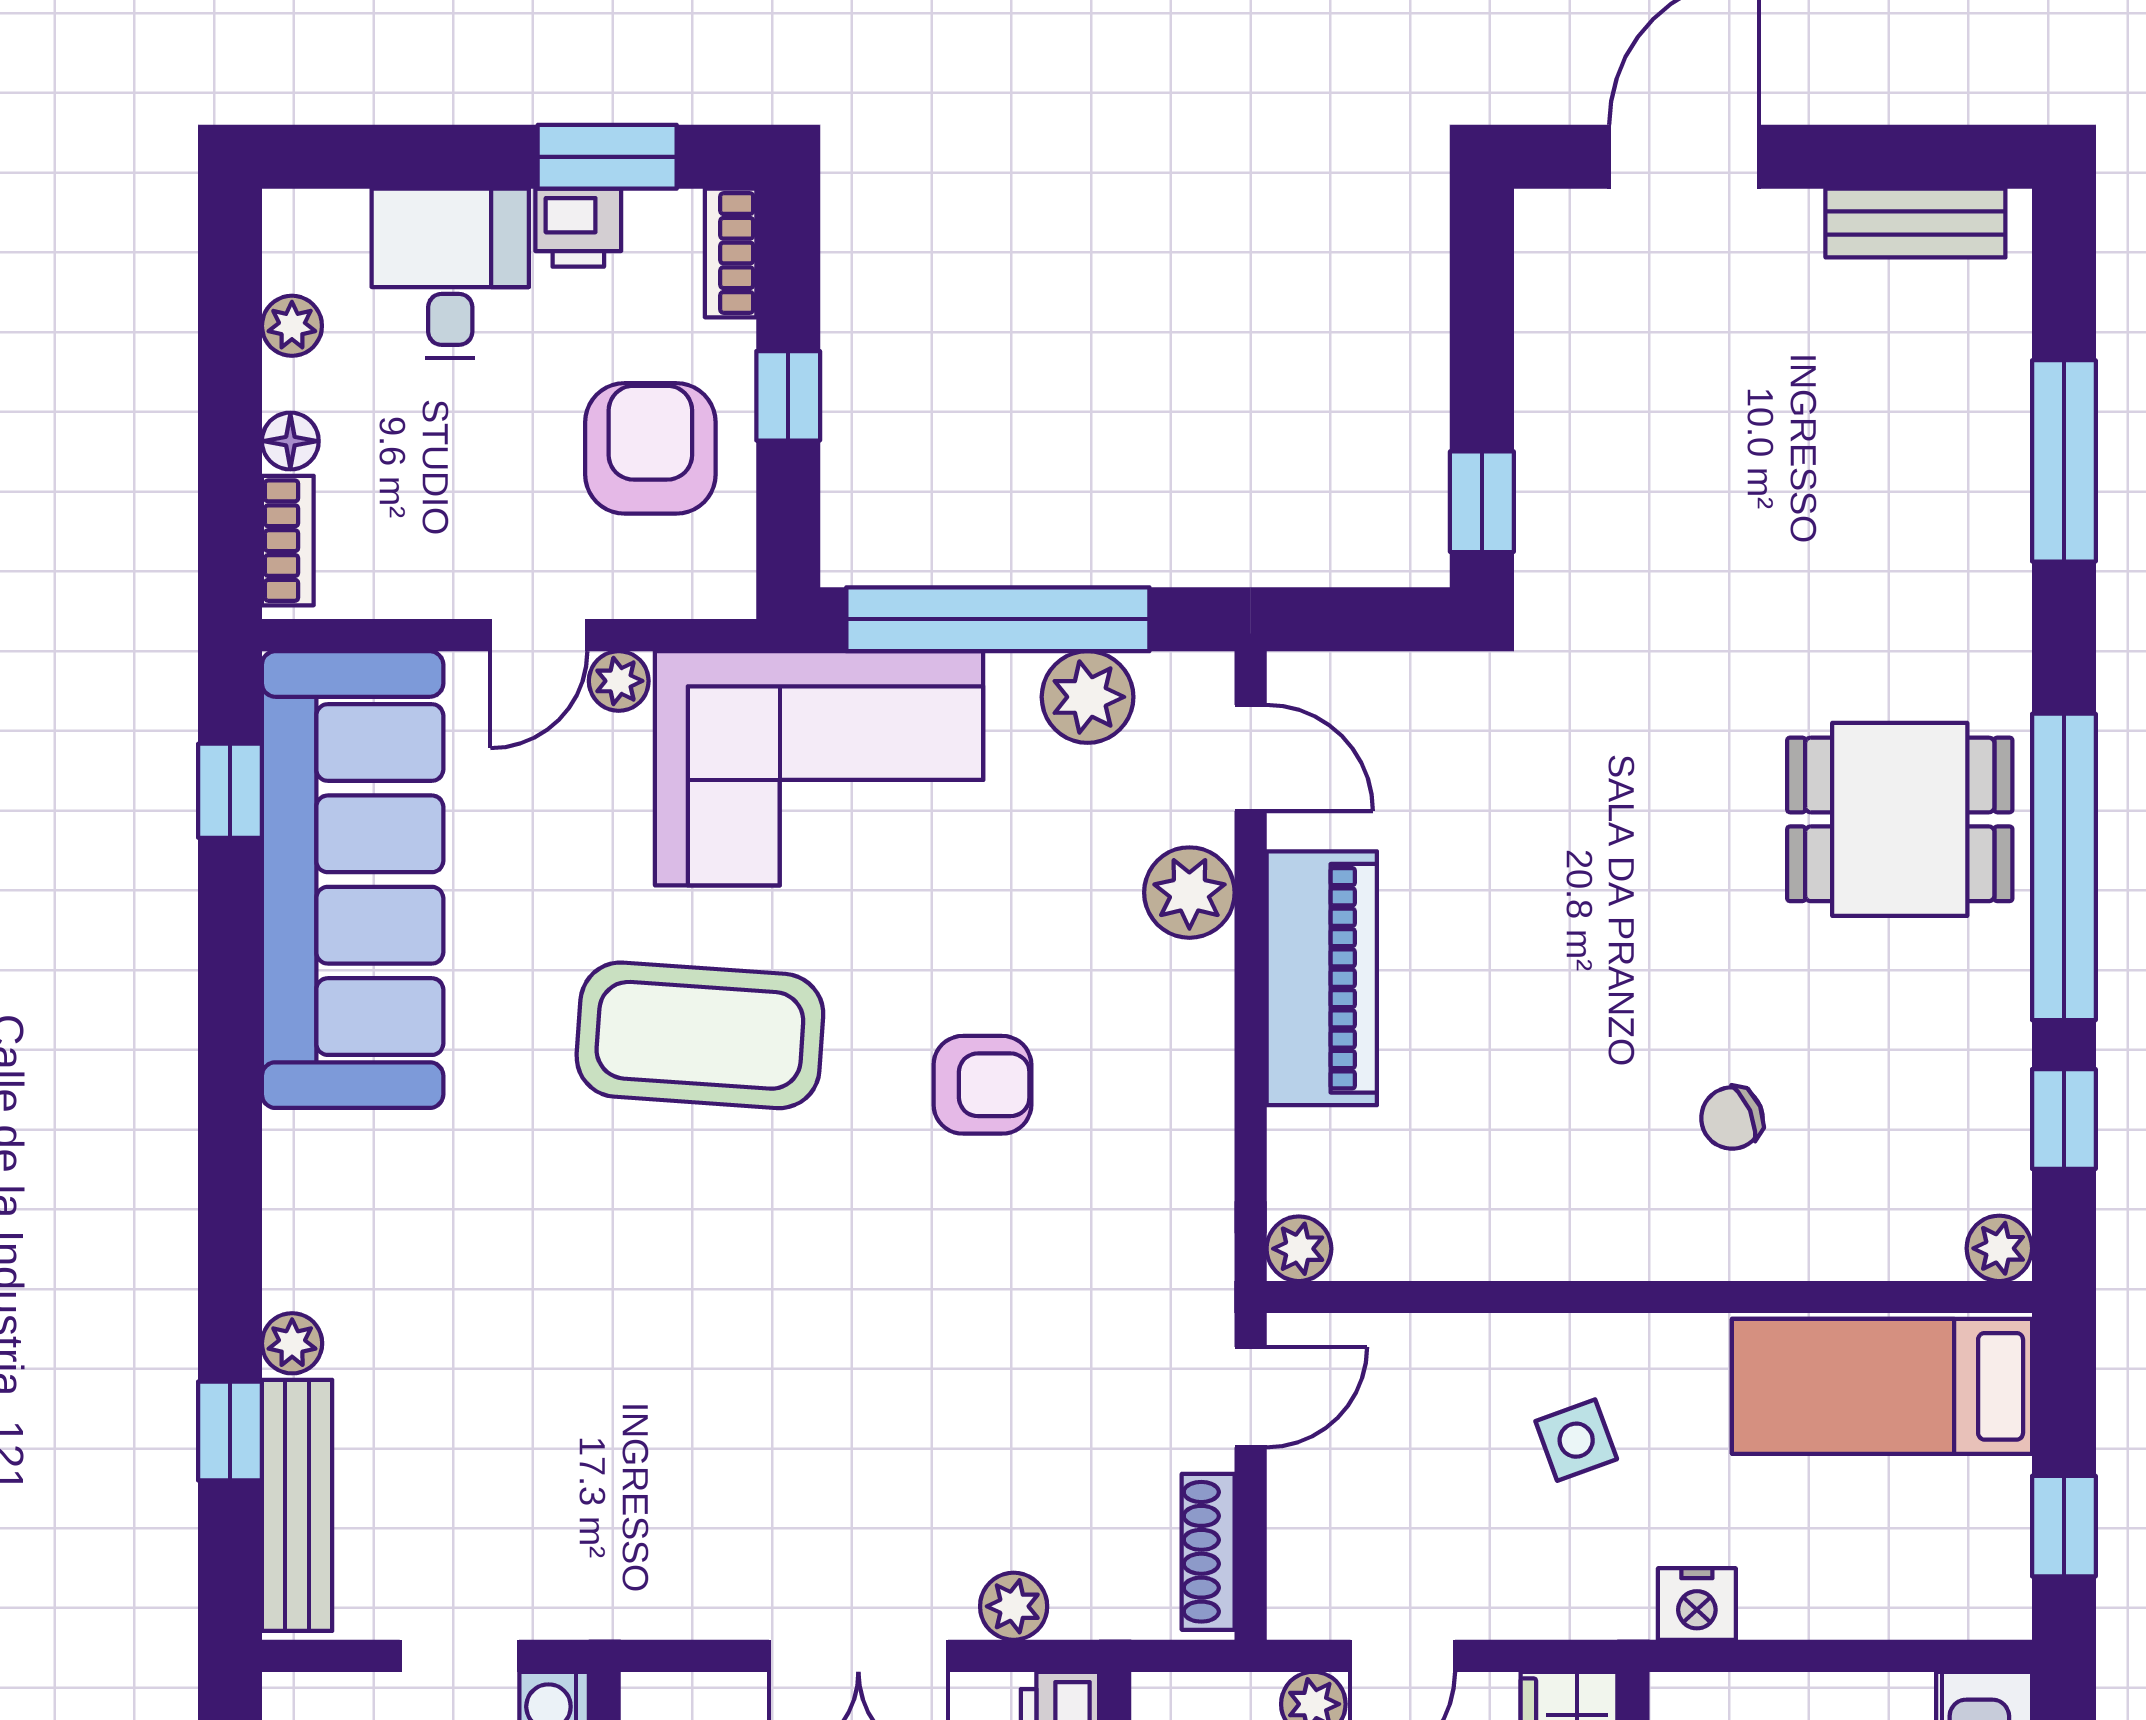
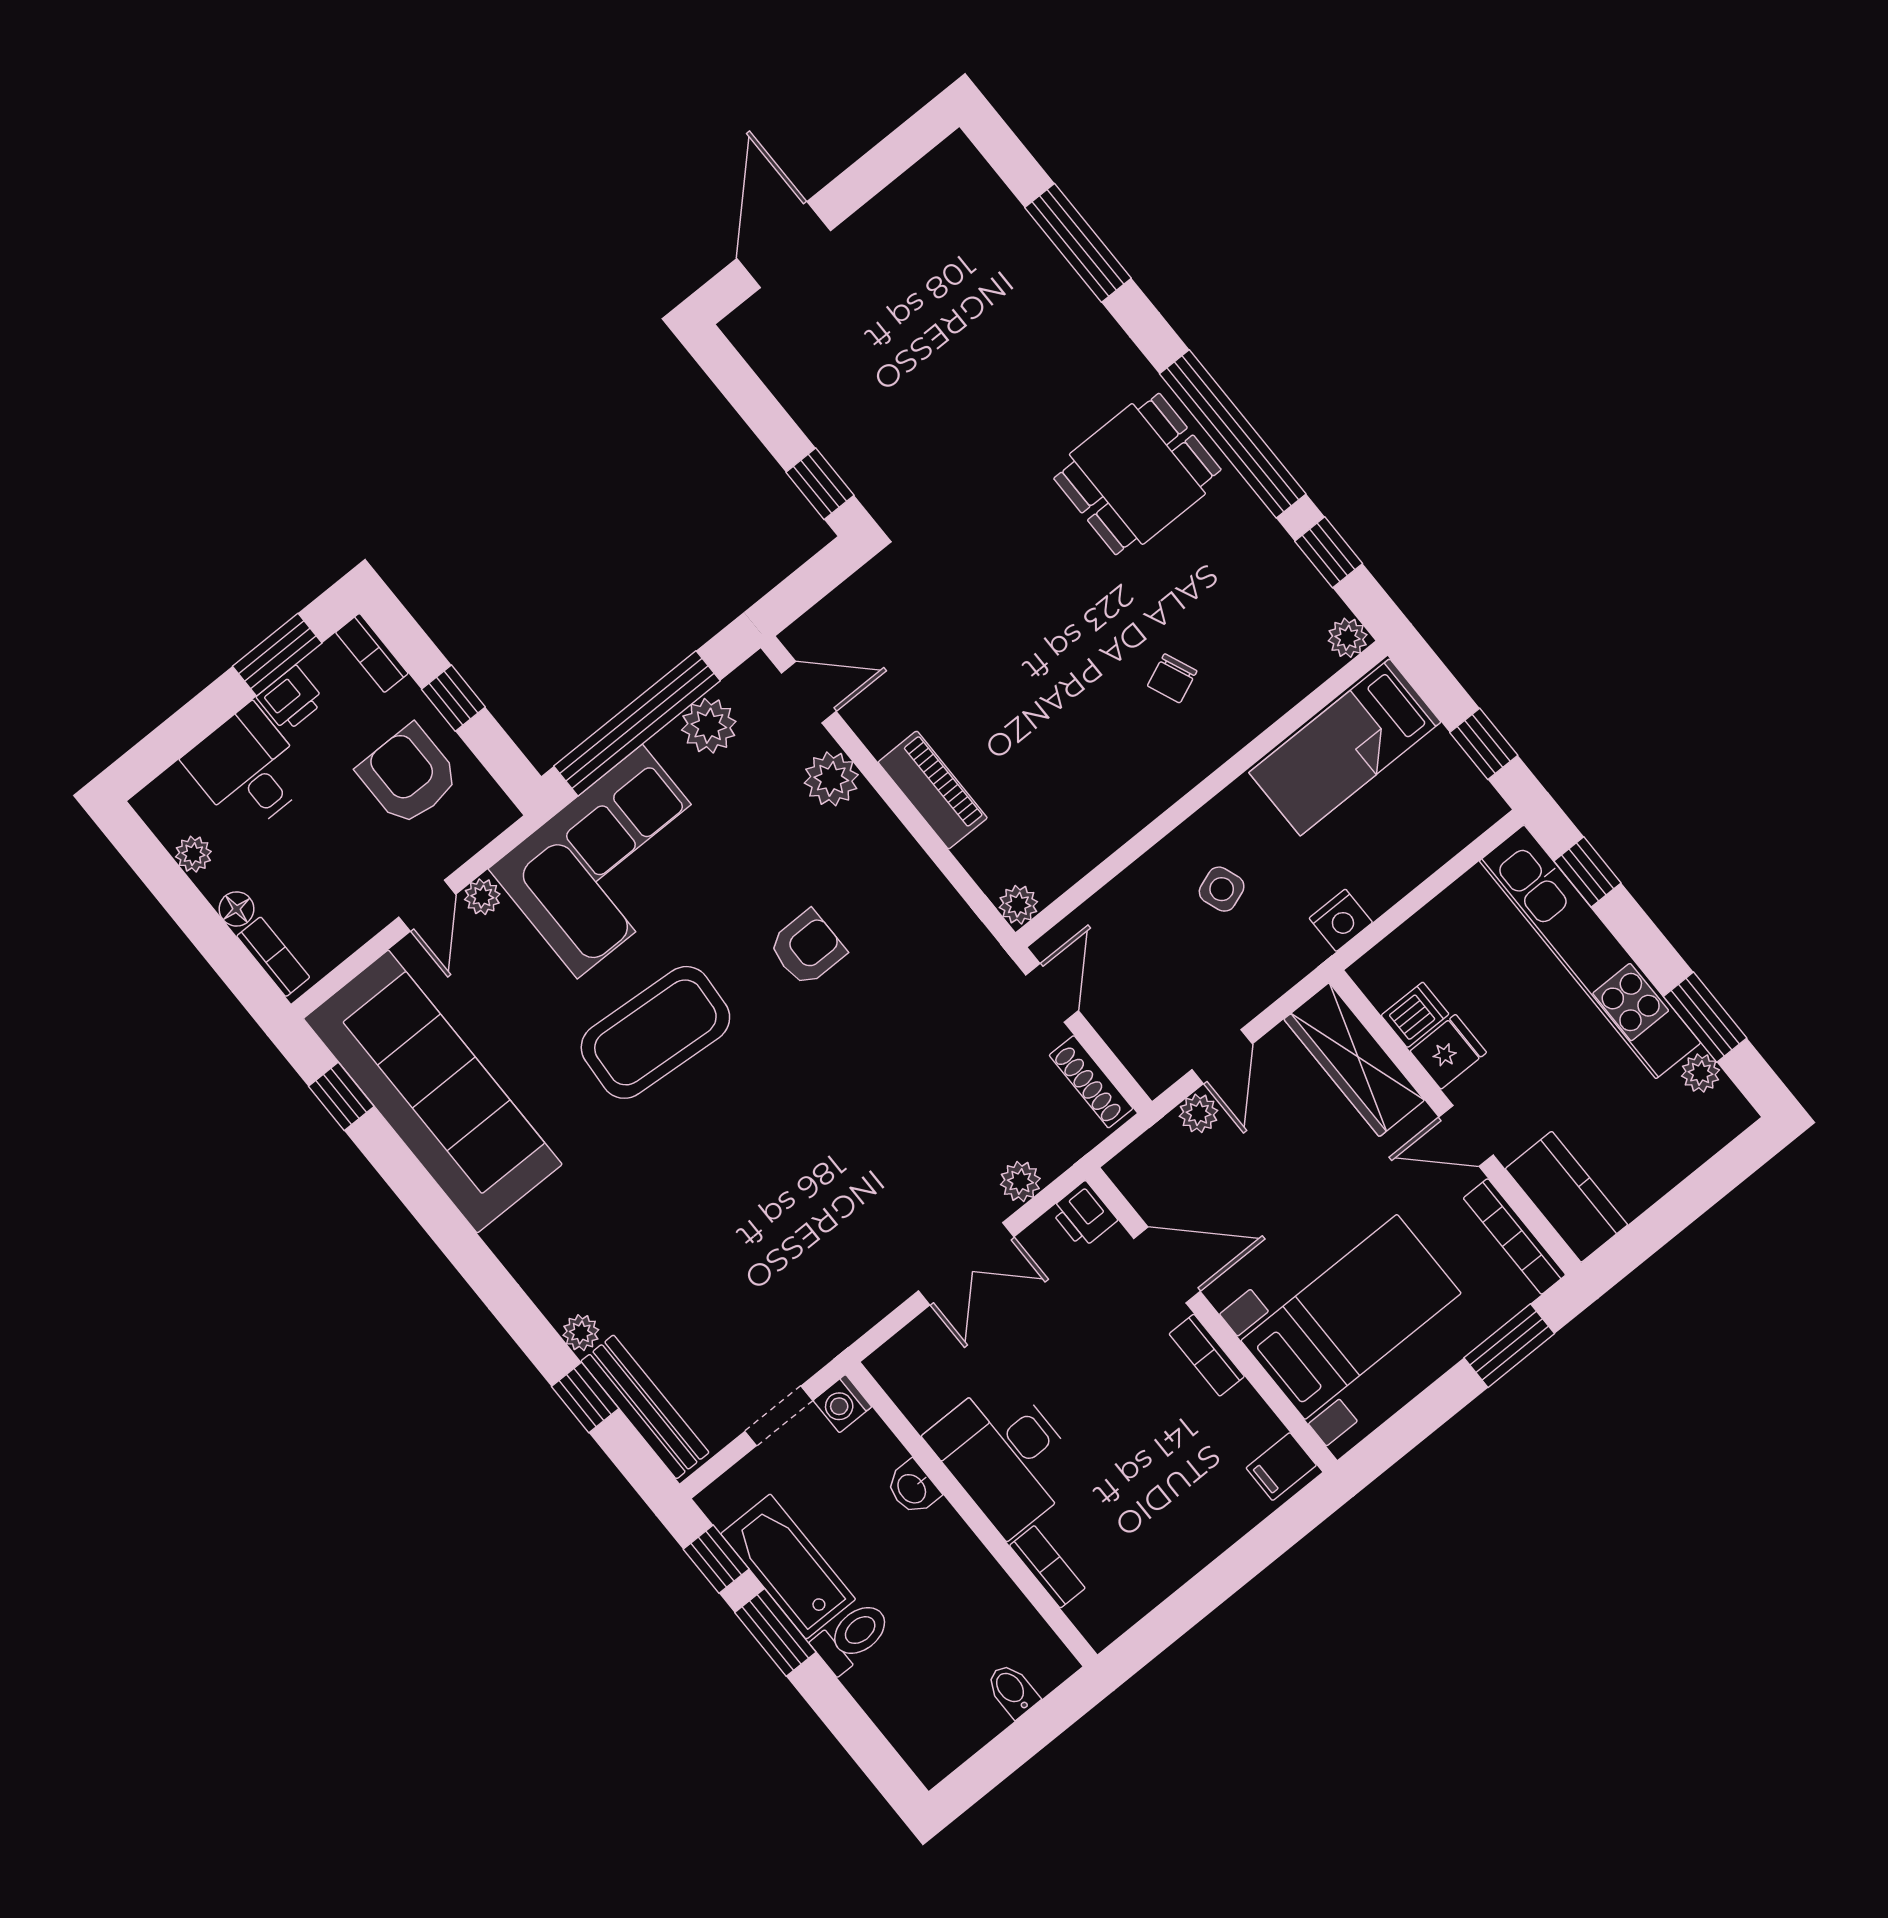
bench: (1915, 223) -> (918, 188), removed
piano: (1322, 978) -> (933, 790), width x0.73, depth x0.75

